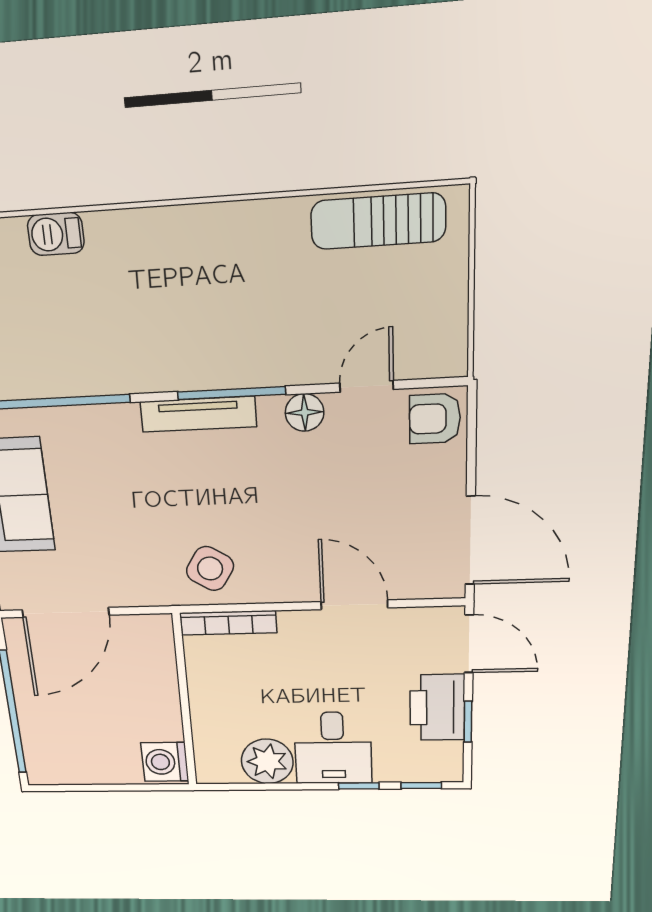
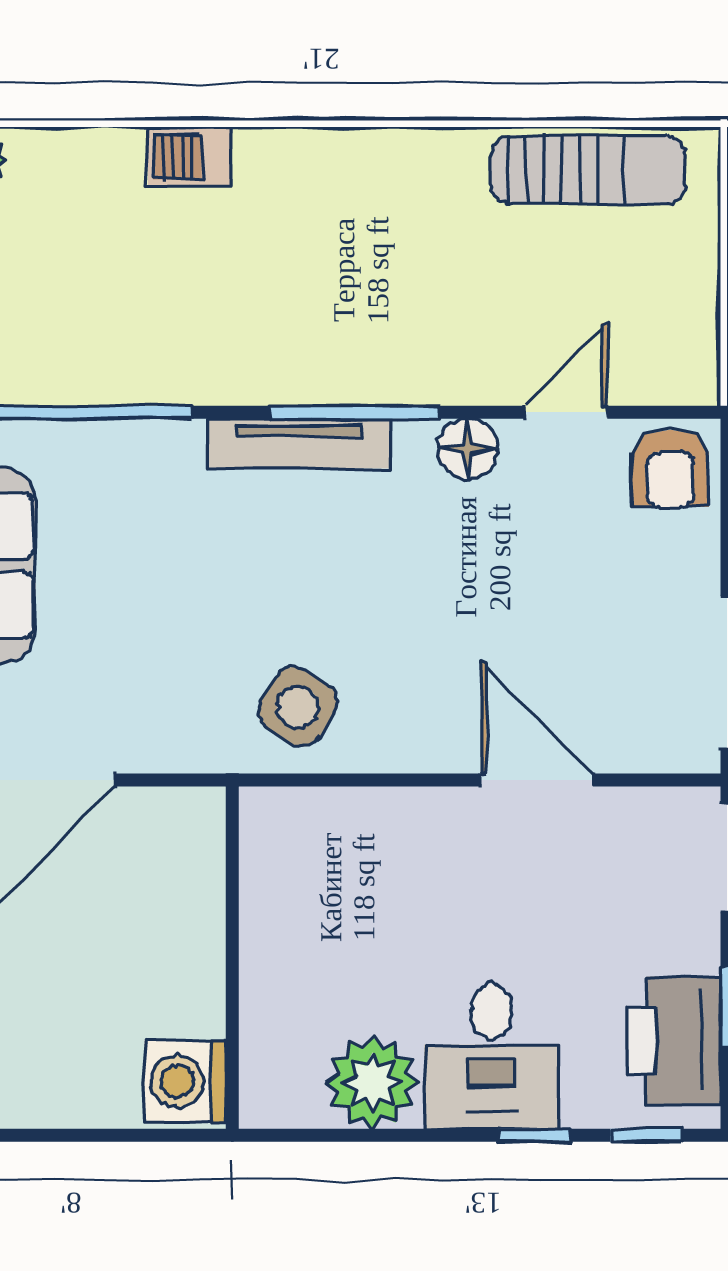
sun lounger: (378, 221) -> (588, 170), turned 180
barbecue: (56, 234) -> (190, 157), moved
armchair: (435, 419) -> (670, 468), turned -90
bookcase: (228, 623) -> (322, 807), removed
printer: (437, 707) -> (674, 1041), moved

